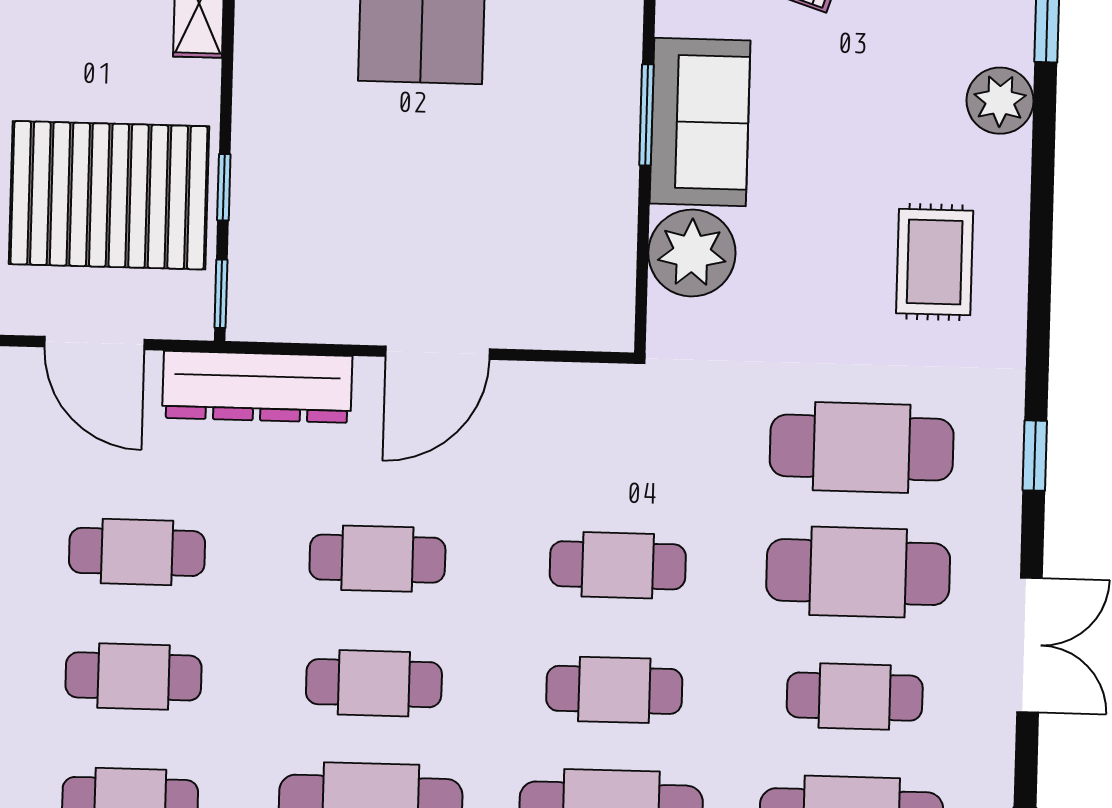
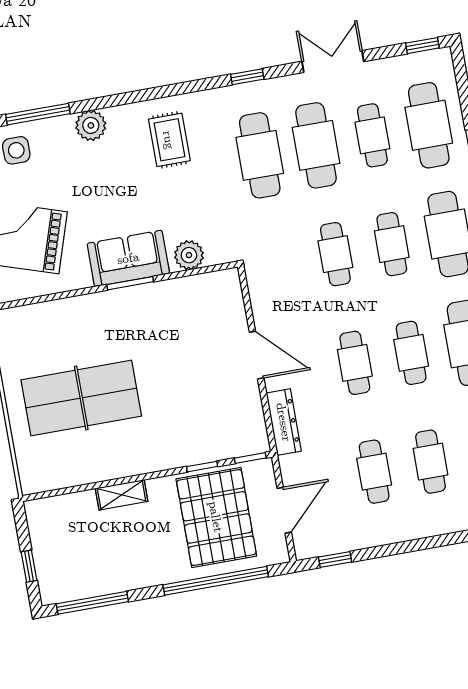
plant: (692, 253) -> (189, 255), width x0.73, depth x0.73
rug: (935, 262) -> (169, 140), turned 90
dresser: (257, 387) -> (284, 422), width x0.73, depth x0.80

